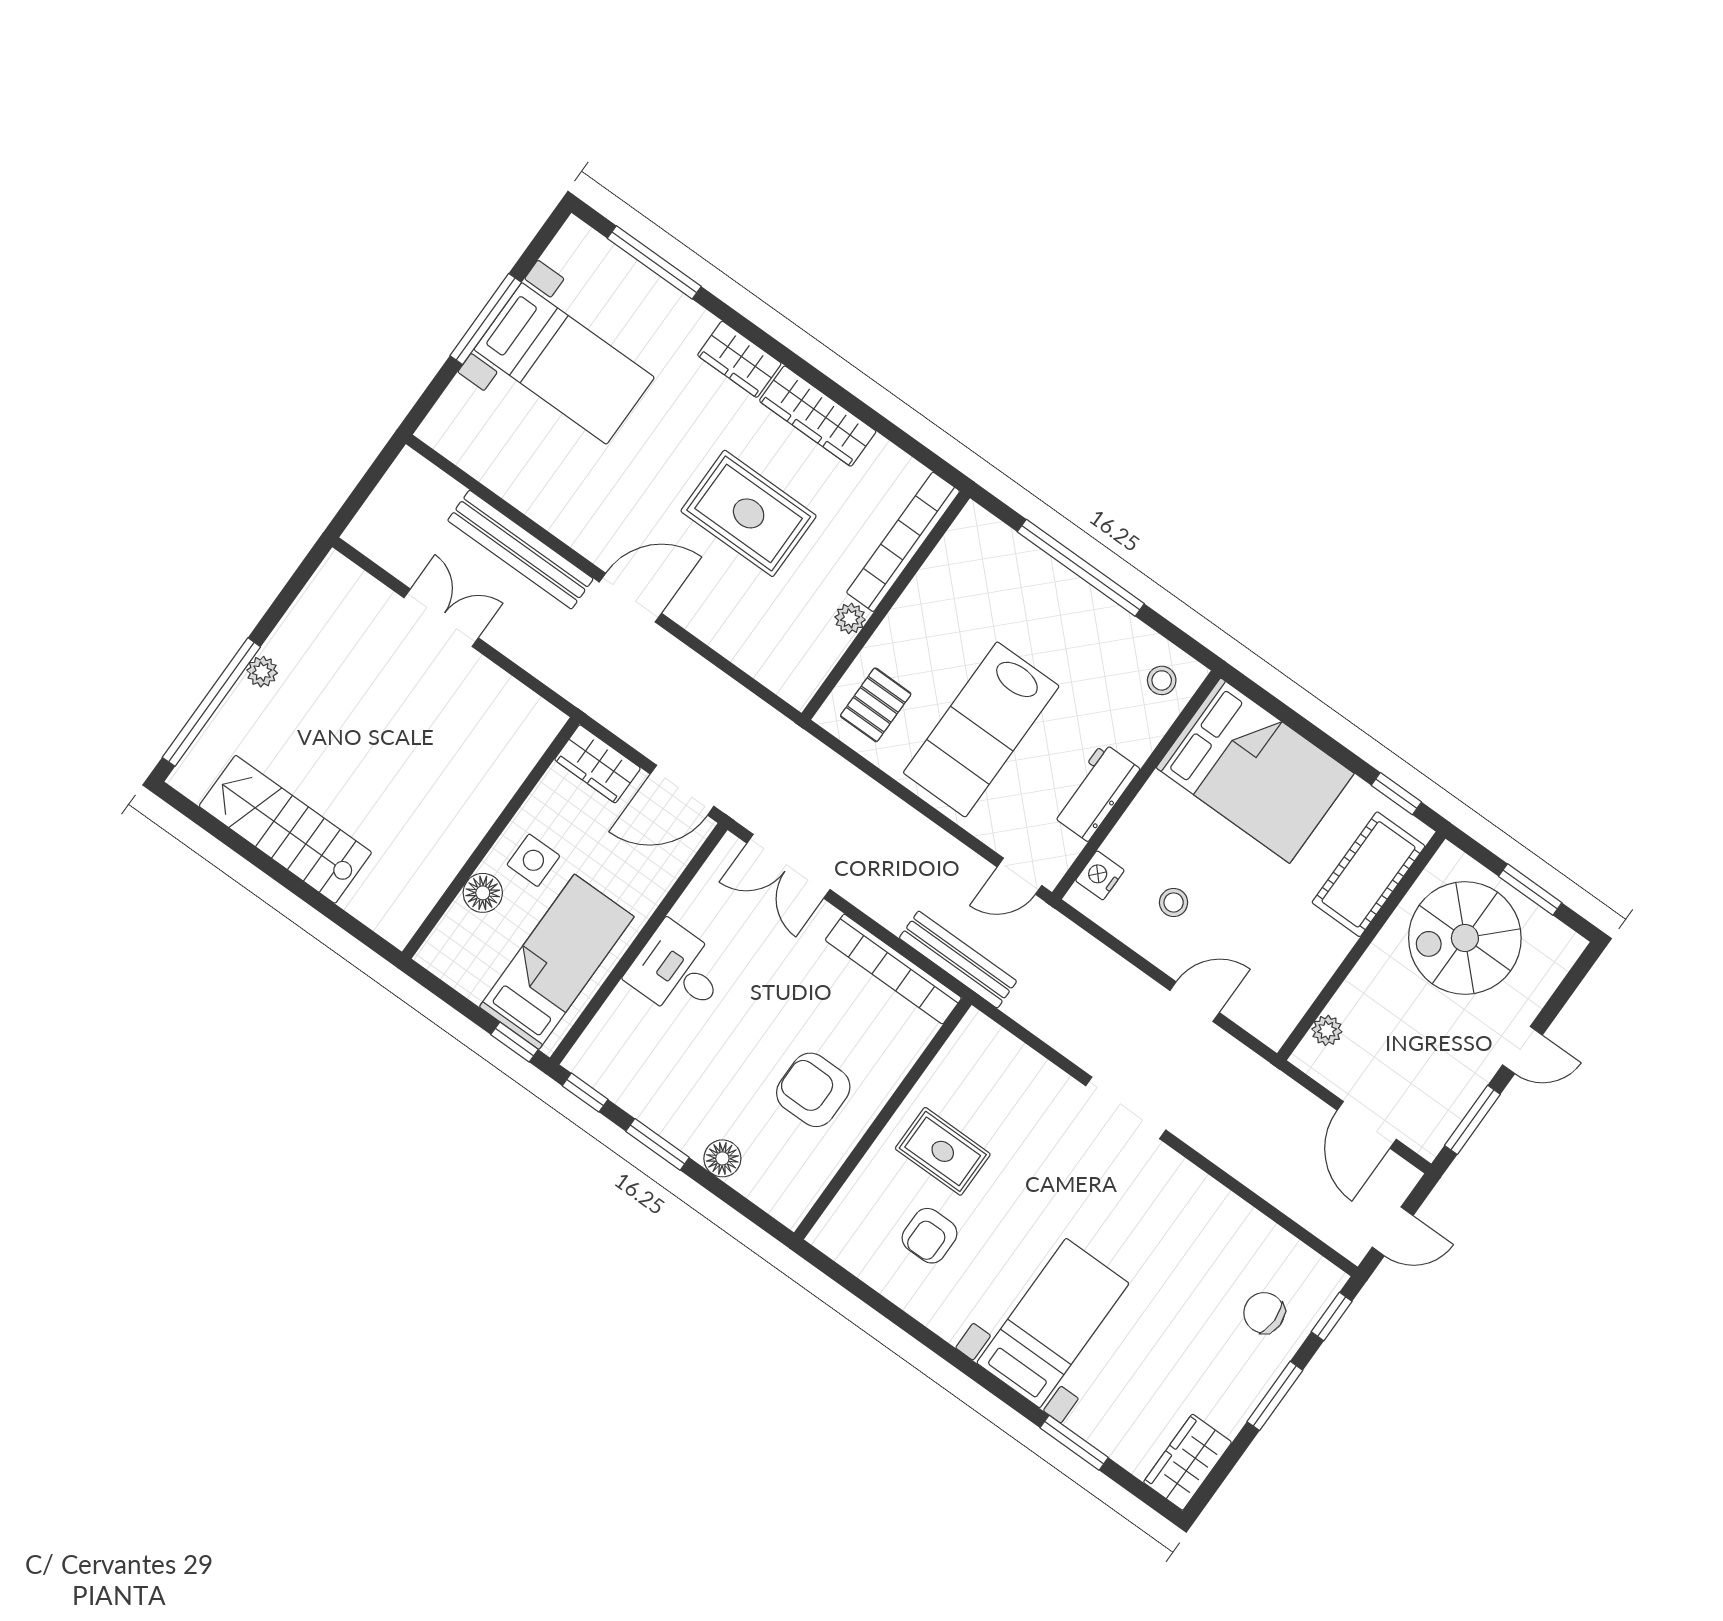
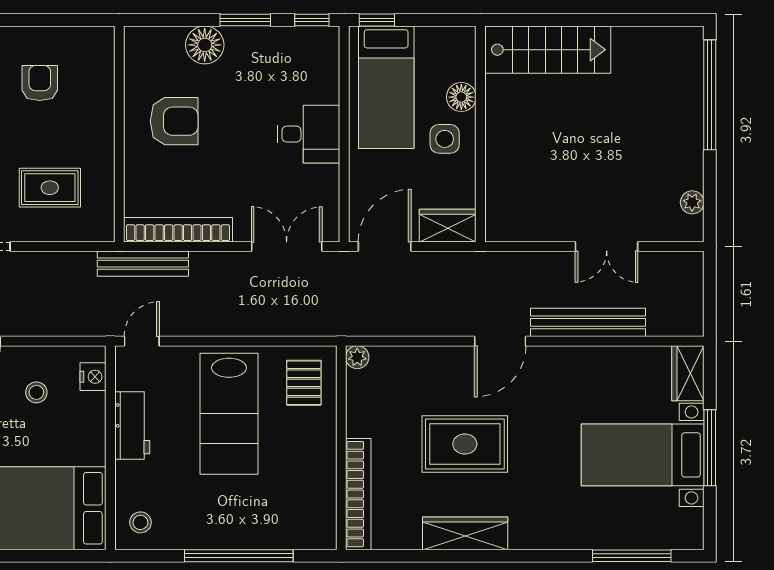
wardrobe: (739, 359) -> (688, 373), moved, turned -90
plant: (850, 618) -> (357, 357), moved
plant: (262, 672) -> (692, 202), moved
lab bench: (981, 729) -> (229, 414), turned 180
stairs: (285, 829) -> (548, 50), moved
rug: (943, 1151) -> (50, 188), moved
floor lamp: (722, 1158) -> (205, 45), width x1.38, depth x1.38

